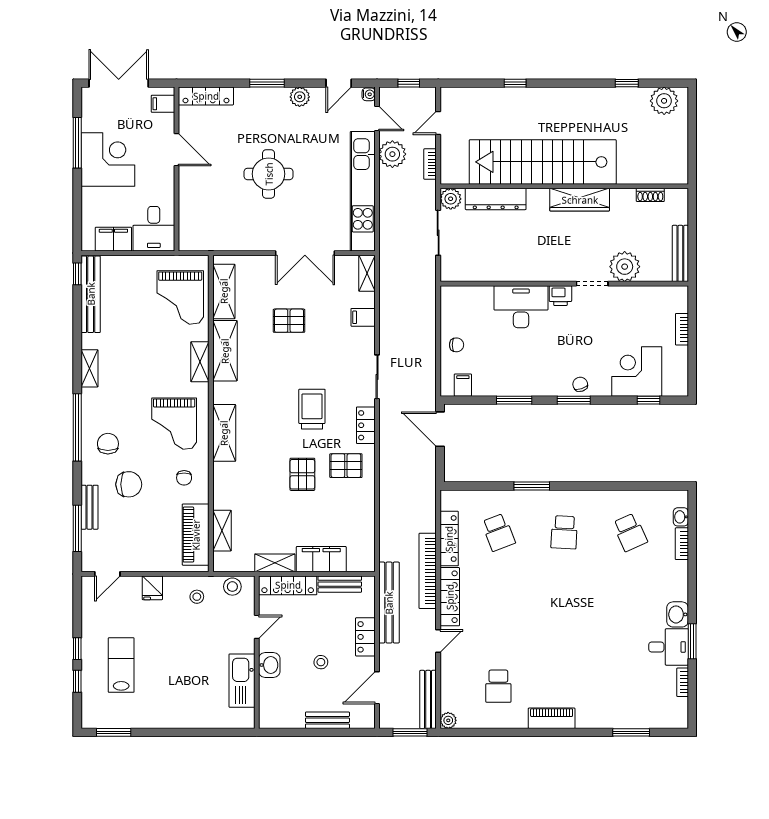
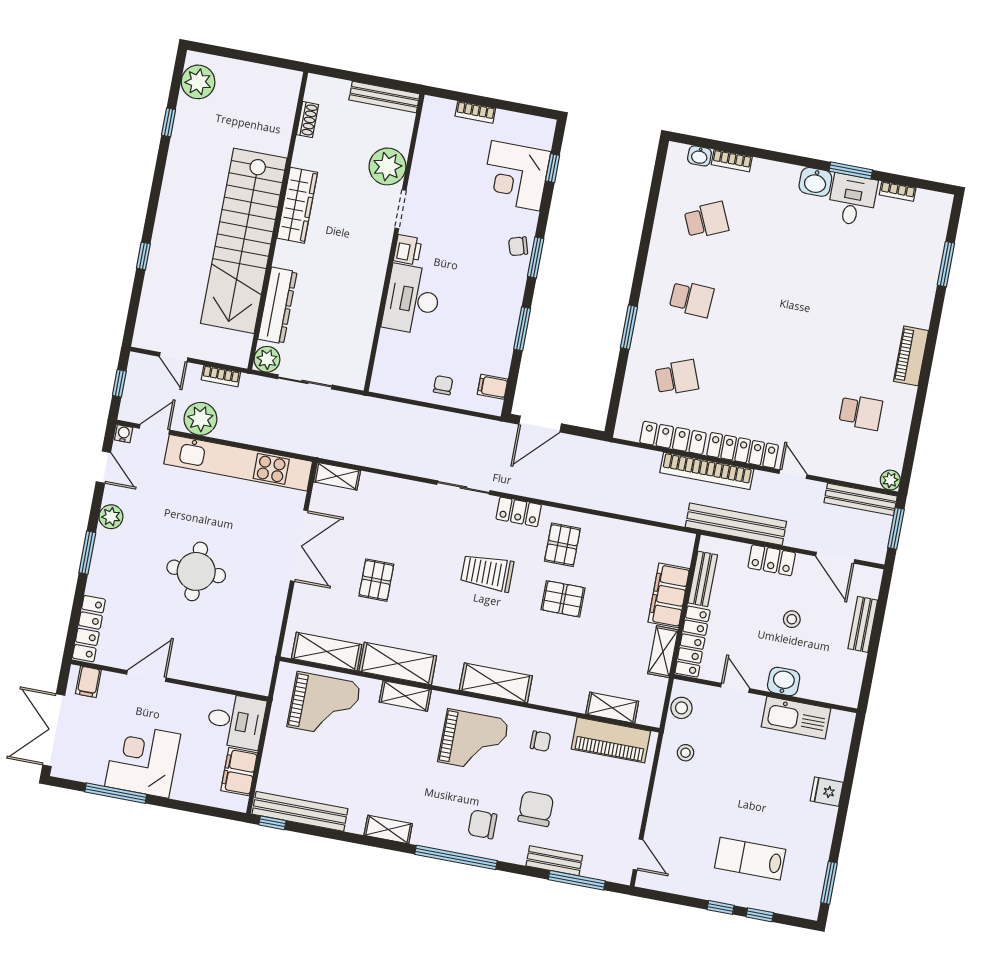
filing cabinet: (363, 317) -> (389, 491), removed
fridge: (152, 588) -> (827, 792), moved, turned 180

